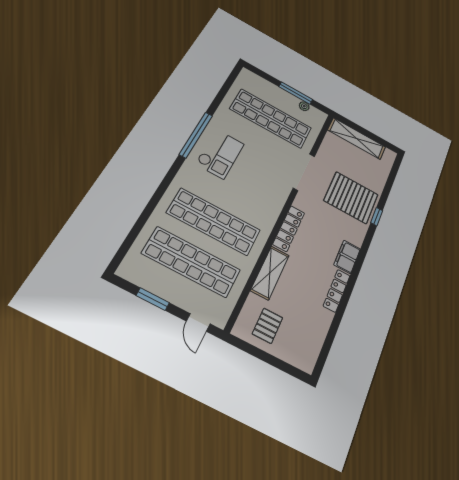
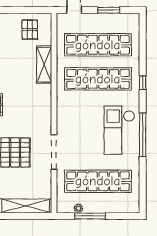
checkout: (220, 154) -> (119, 130), width x1.36, depth x1.21
window: (162, 188) -> (143, 83), added
locker: (289, 228) -> (46, 102), removed

